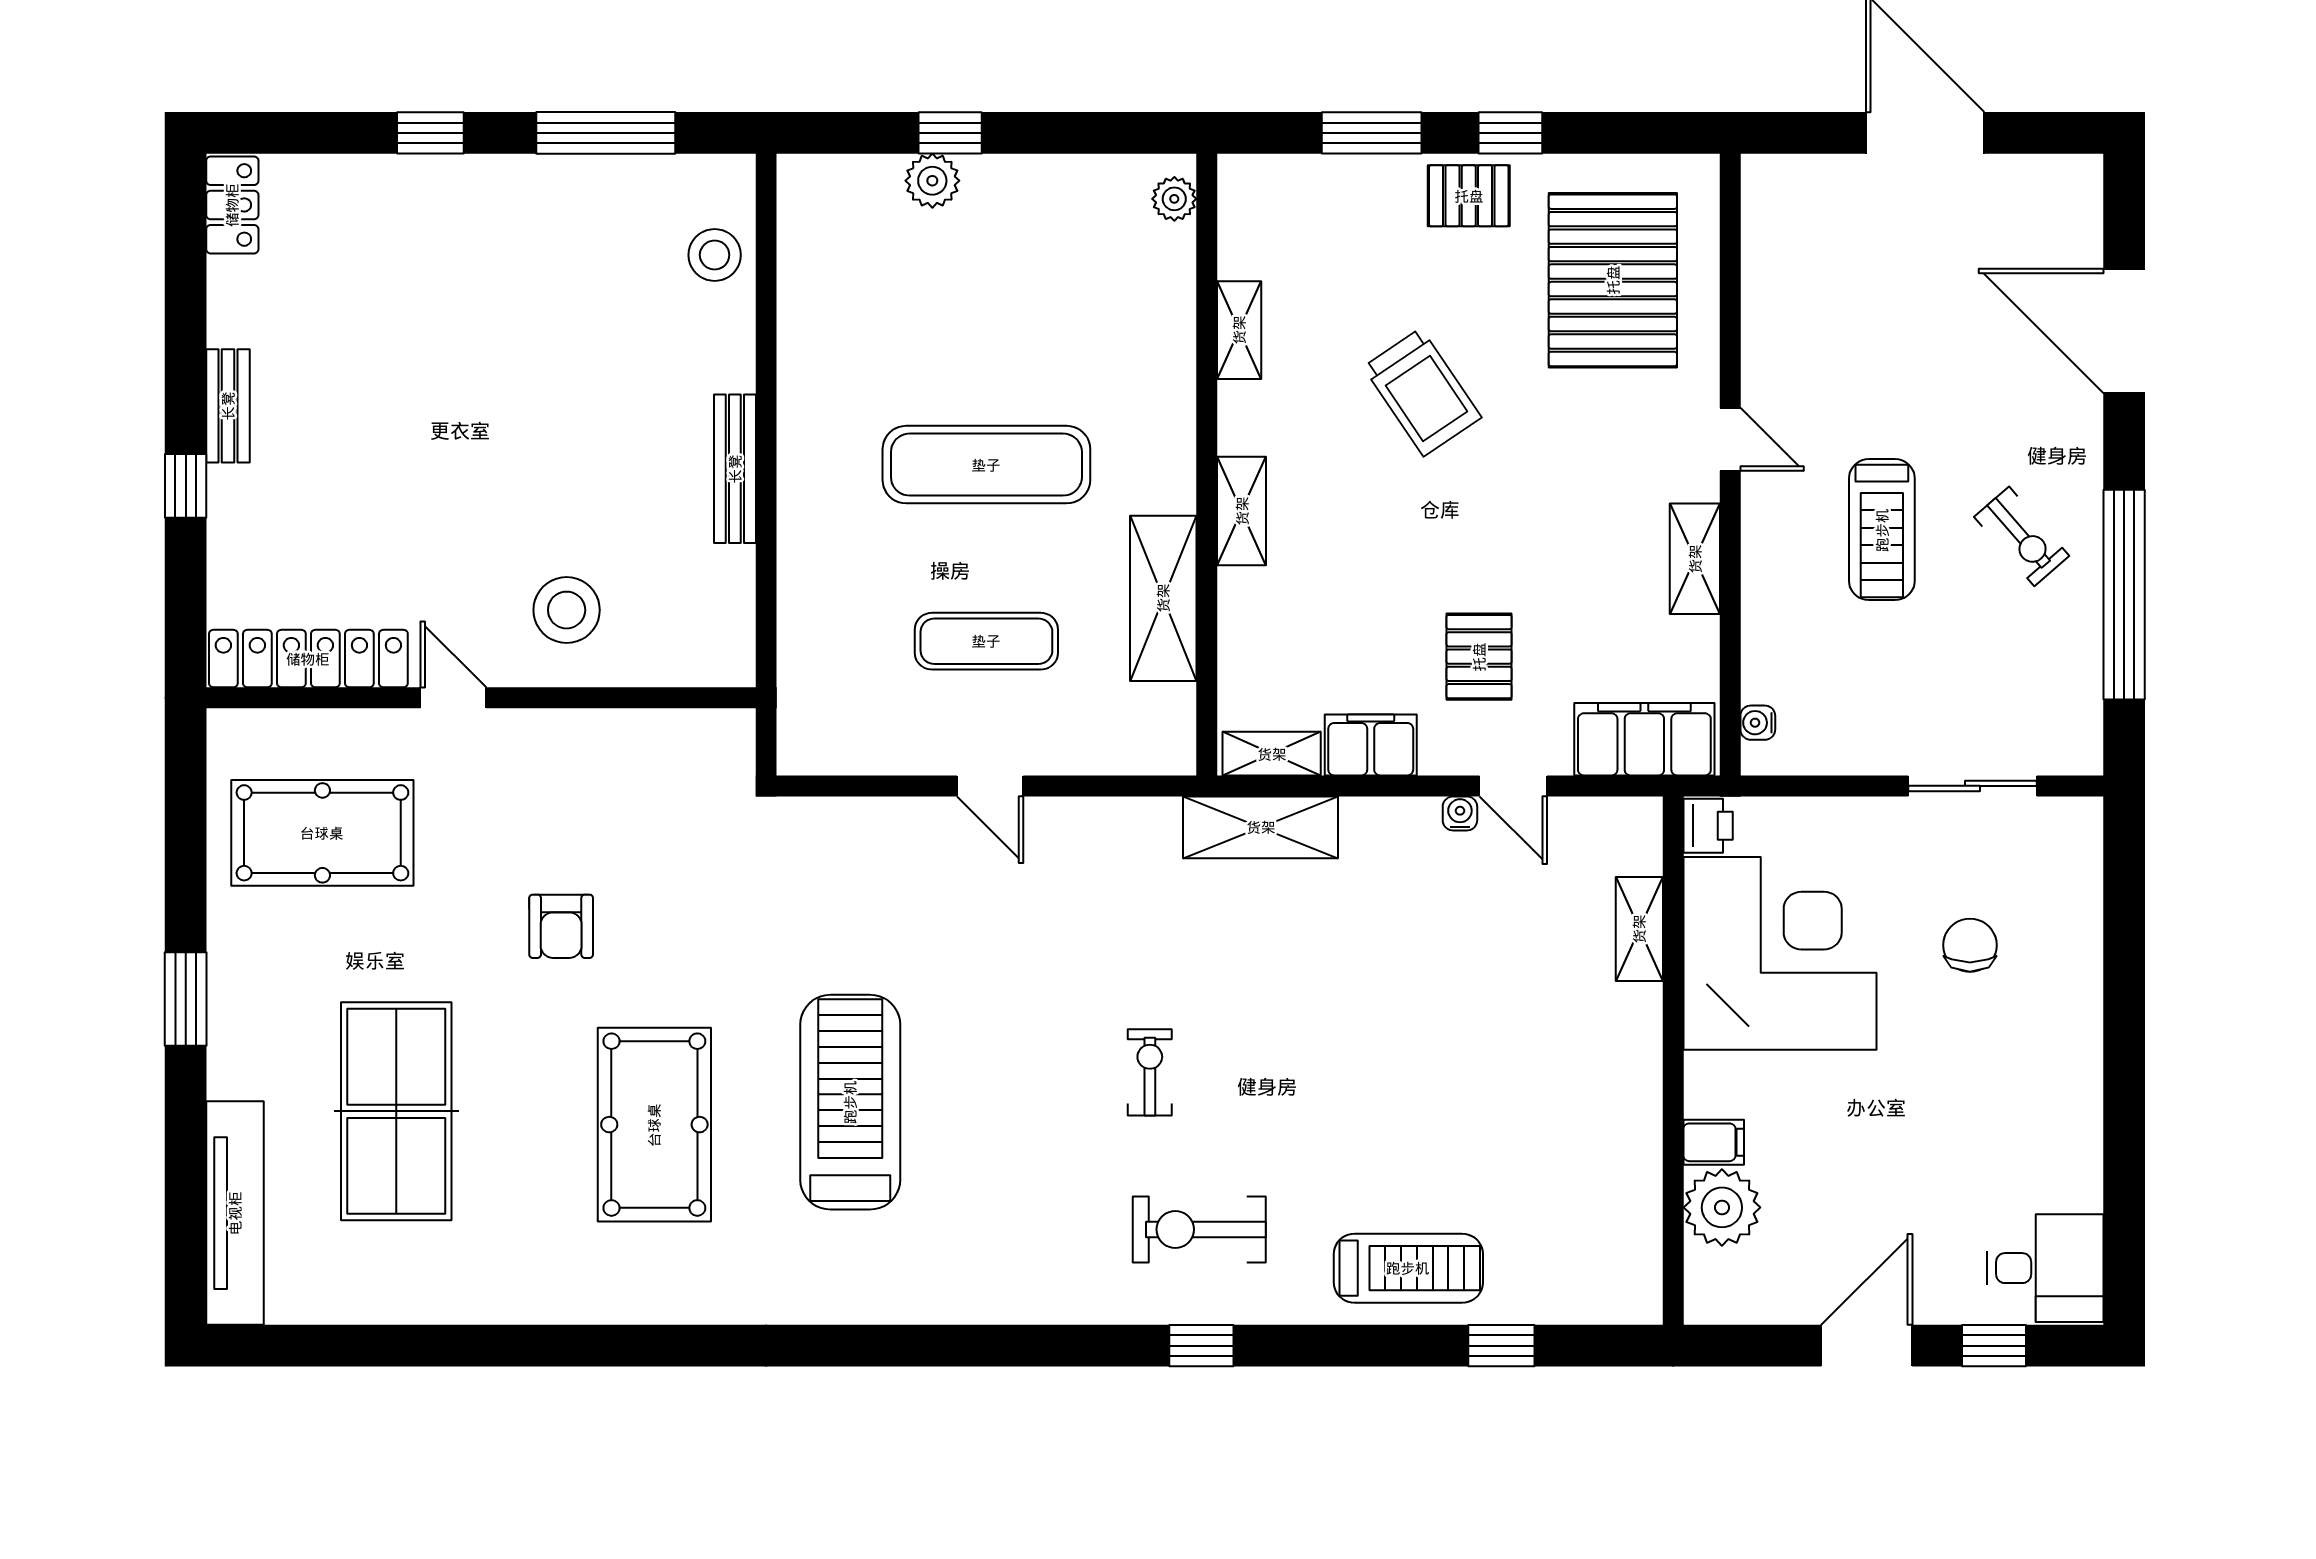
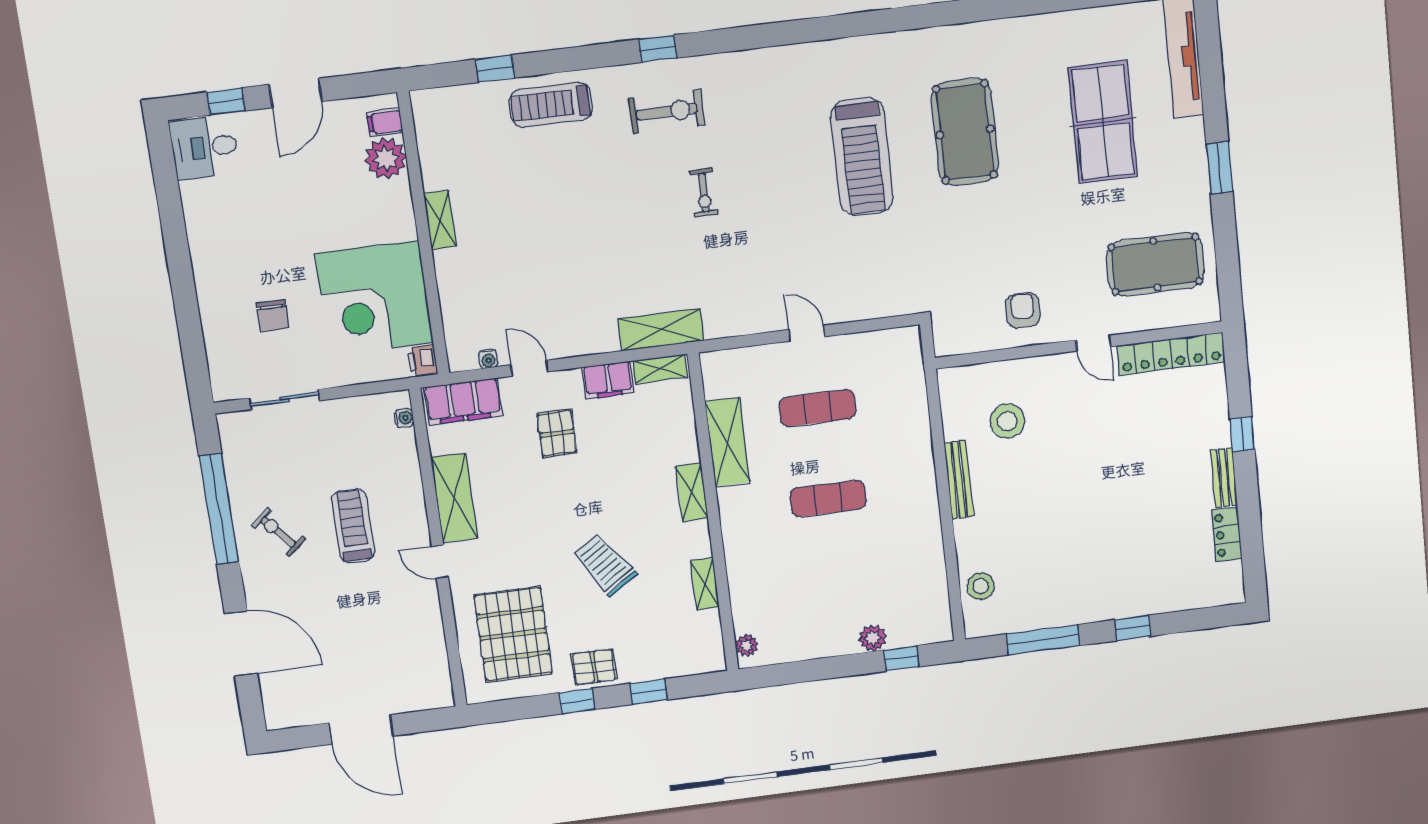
window: (950, 133) -> (901, 658), moved
window: (1372, 133) -> (649, 692), width x0.67
locker: (232, 205) -> (1227, 535), moved
exercise mat: (986, 465) -> (828, 499), width x0.73, depth x0.69
shelving: (1695, 559) -> (454, 498), width x1.50, depth x1.33
stool: (567, 610) -> (1007, 421), moved
water cooler: (1460, 813) -> (488, 359), moved
armchair: (561, 926) -> (1023, 310), moved
shelving: (1639, 929) -> (440, 220), moved
filing cabinet: (1714, 1142) -> (385, 123), moved

